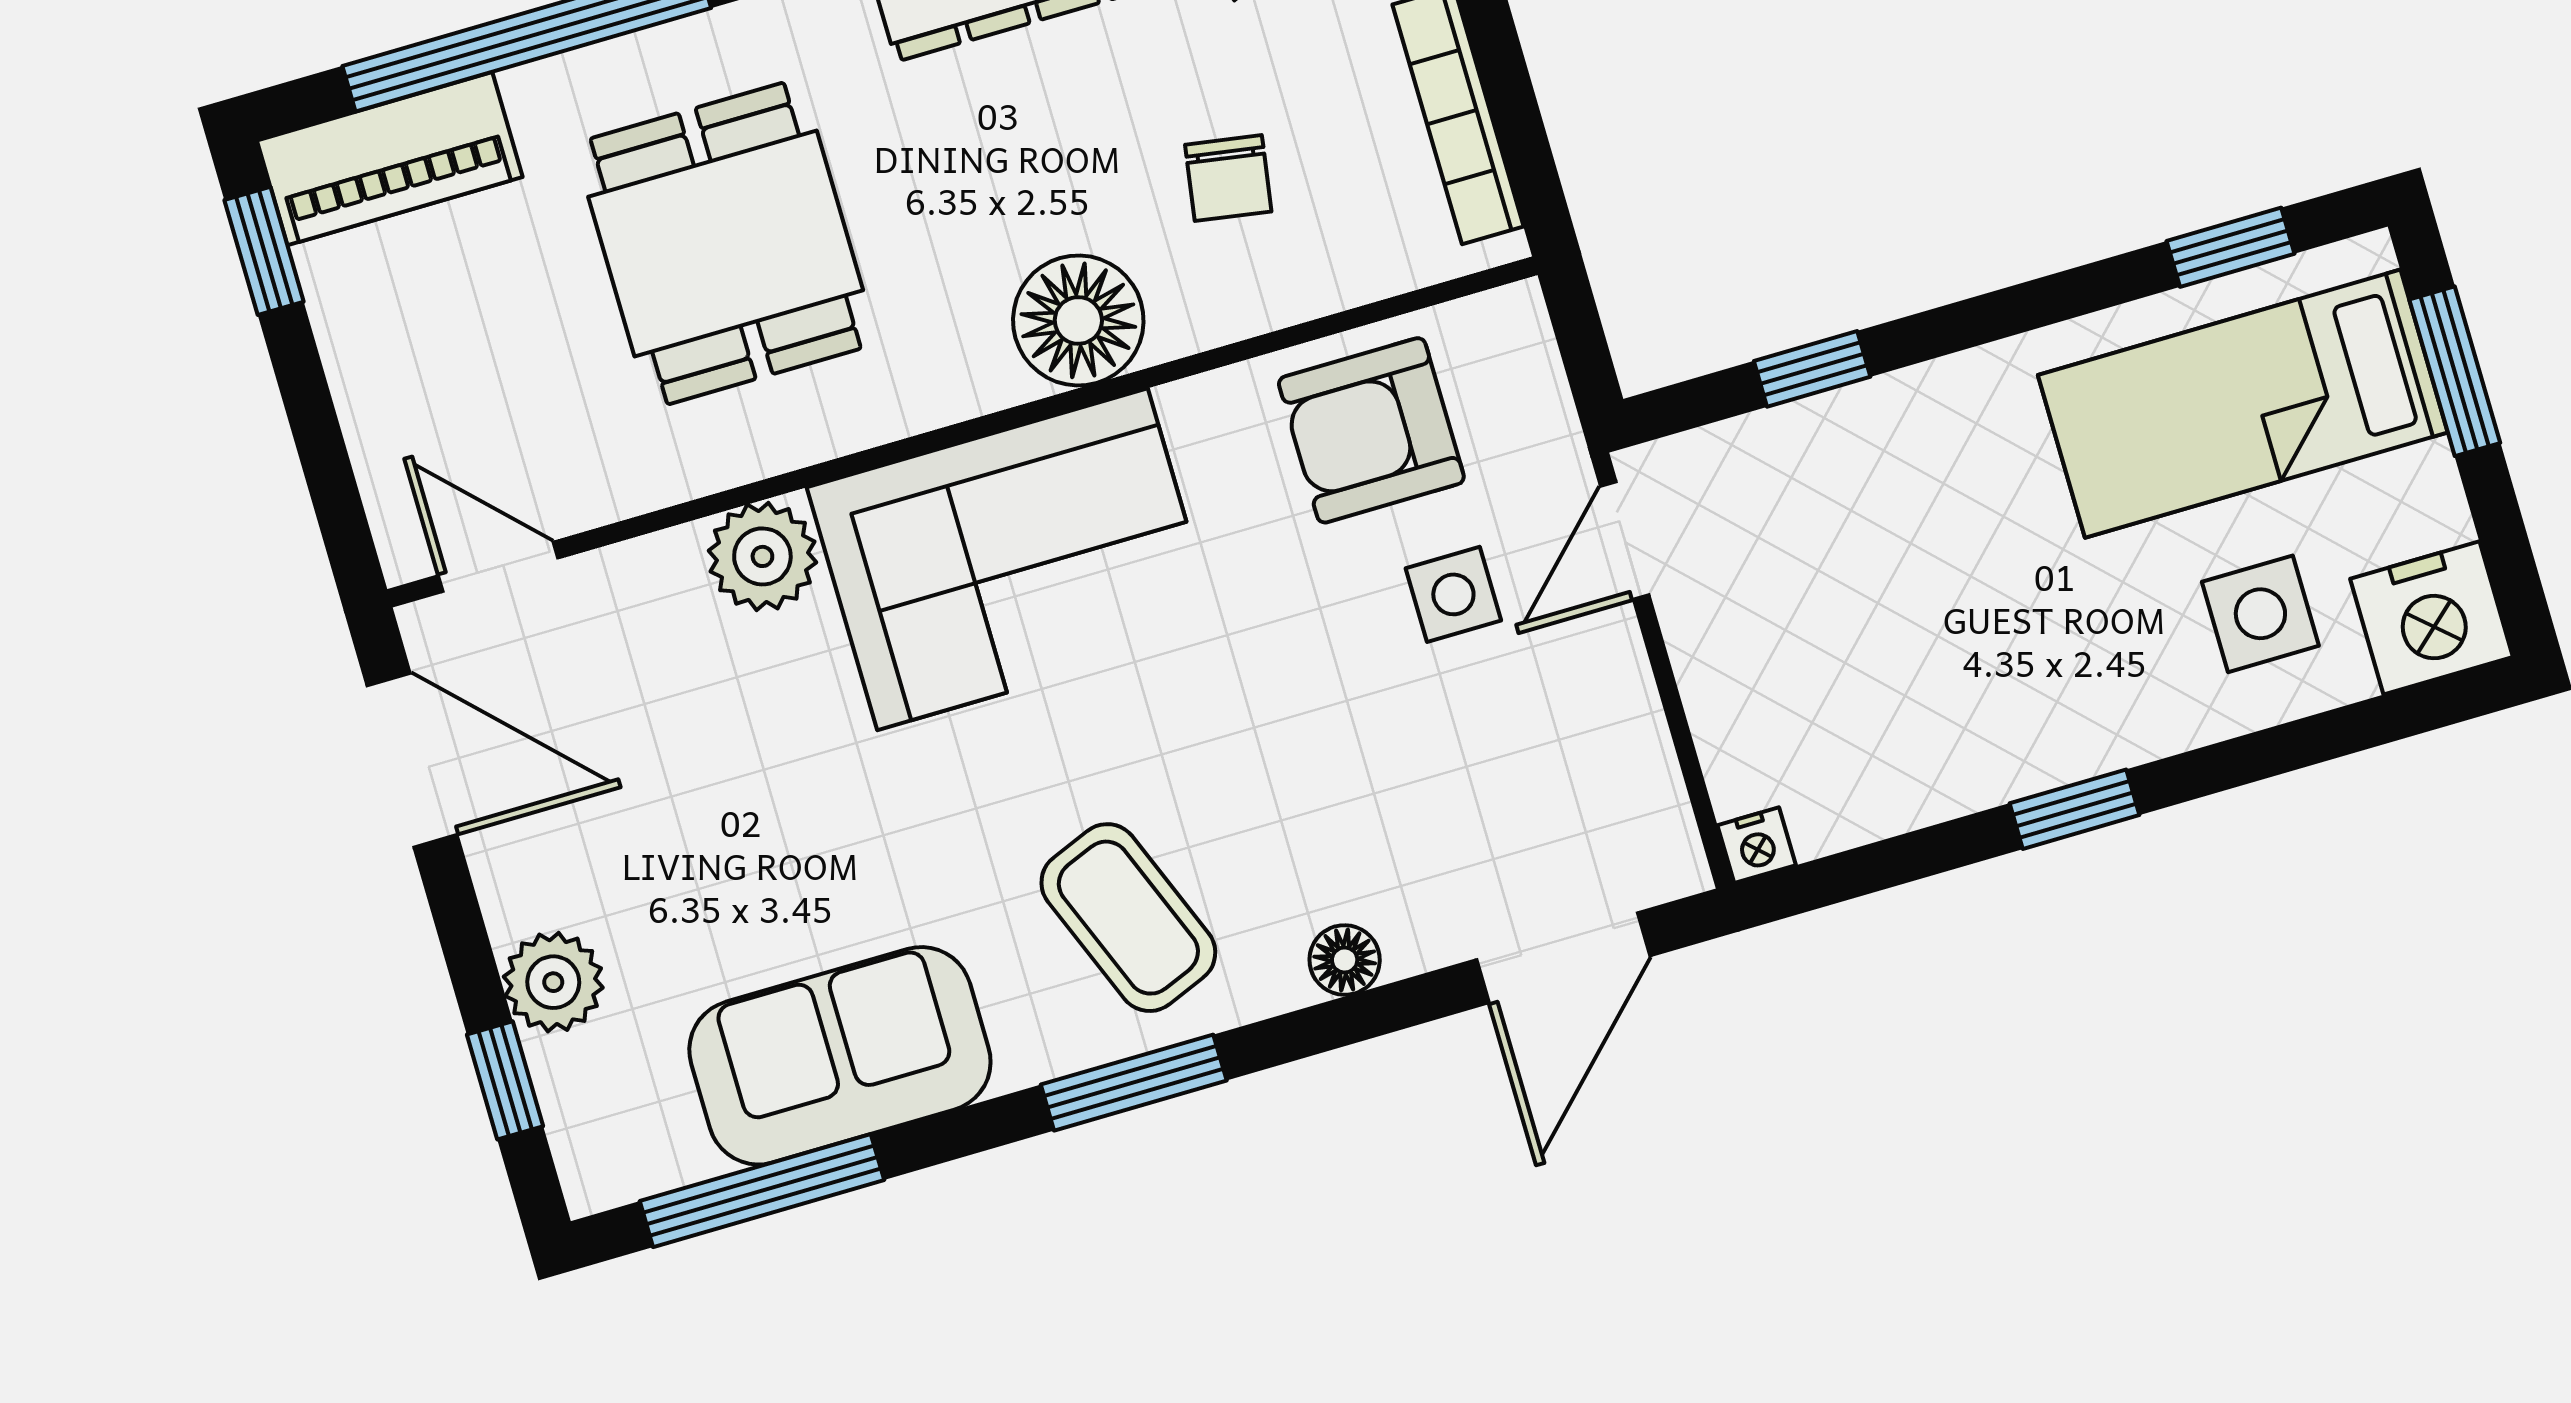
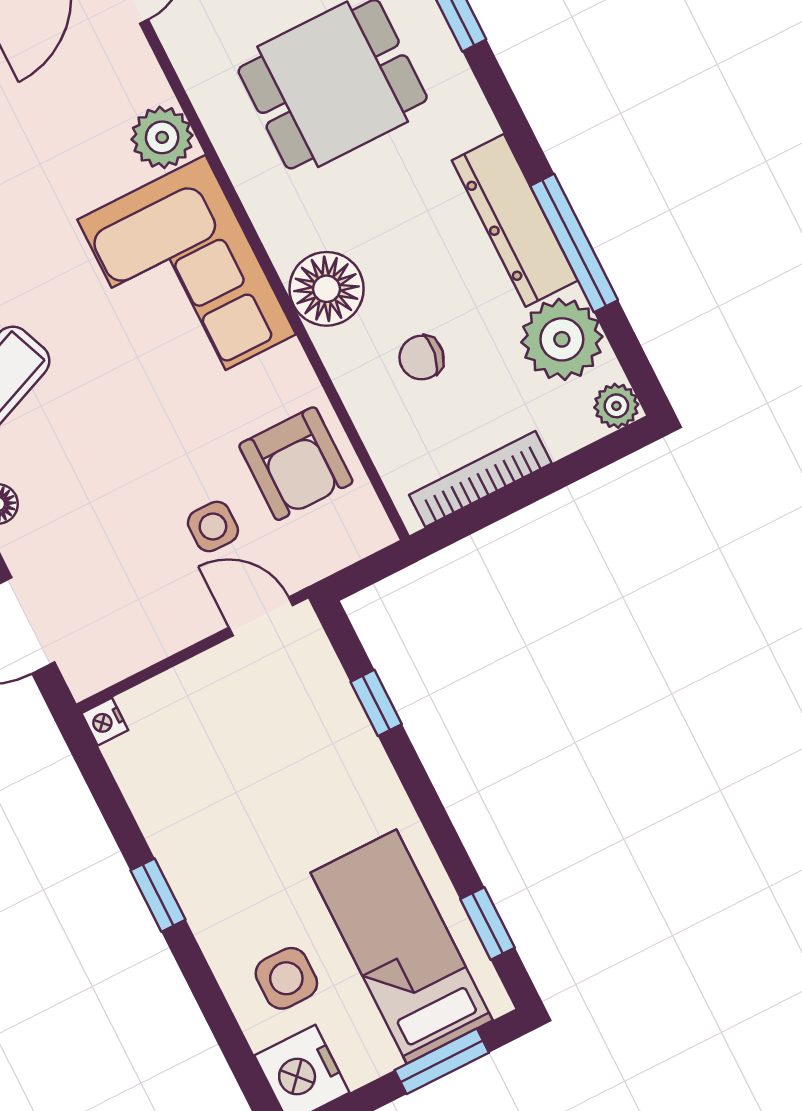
armchair: (1371, 430) -> (296, 464), turned 180

